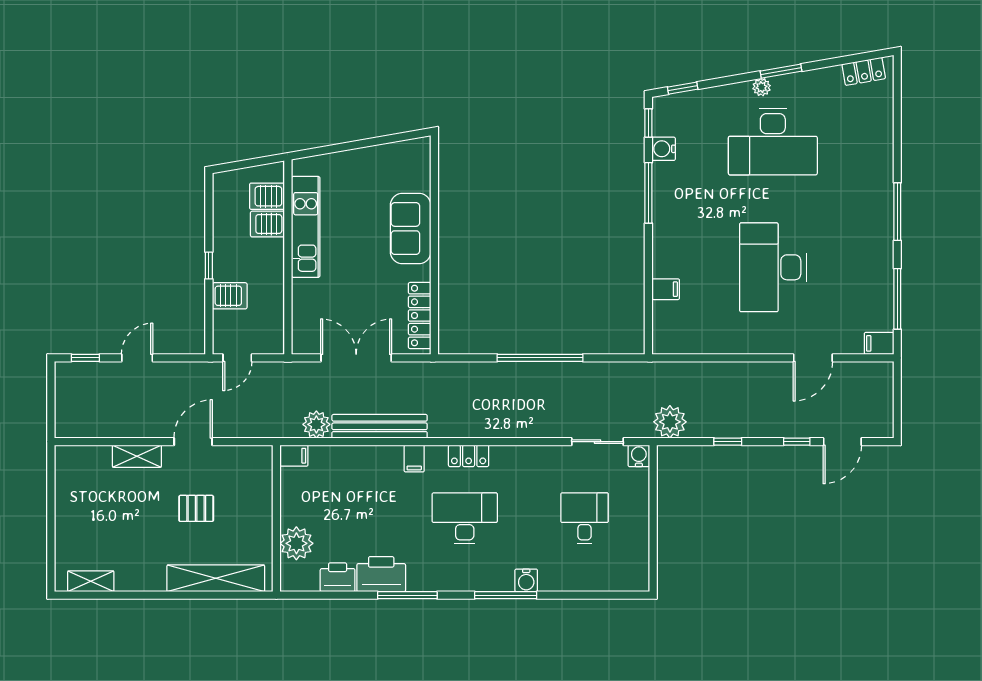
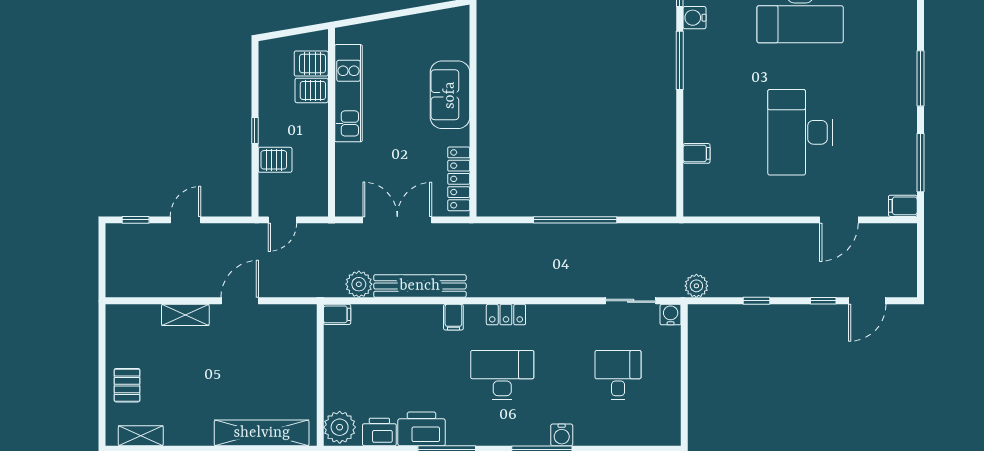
plant: (670, 422) -> (696, 286), width x0.73, depth x0.73
pallet: (196, 508) -> (127, 385), moved, turned 90
plant: (296, 543) -> (340, 427), moved

